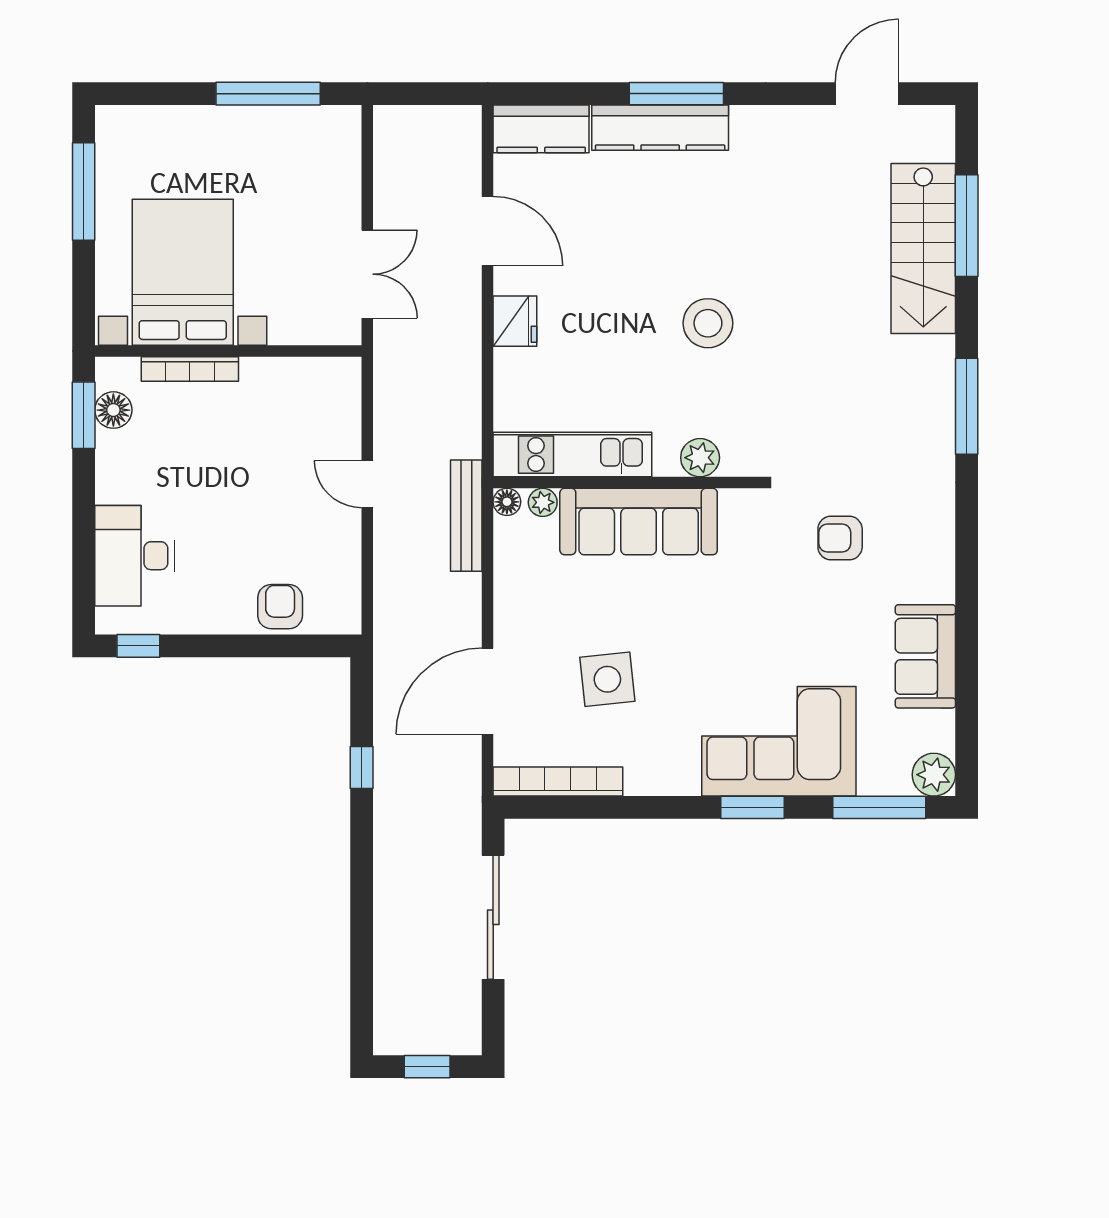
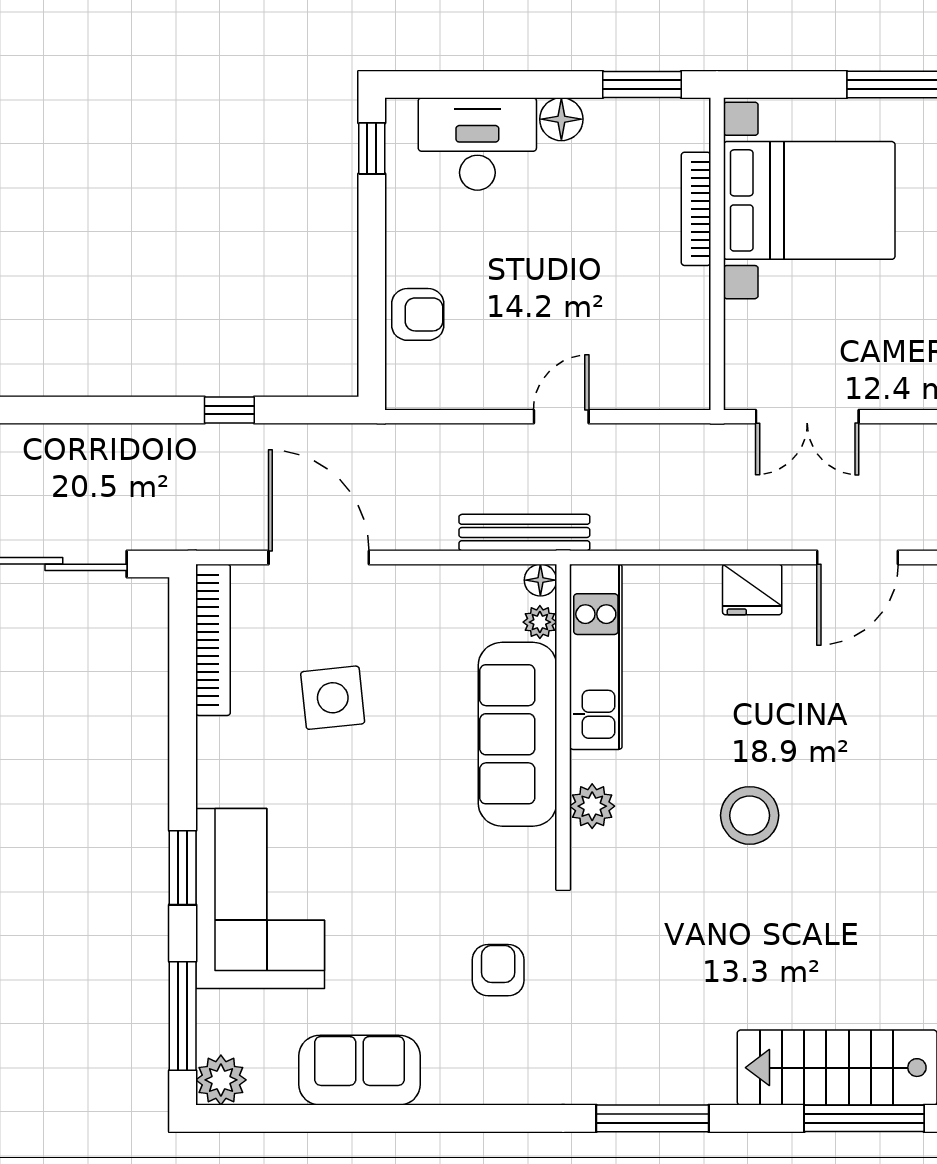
floor lamp: (113, 410) -> (561, 119), moved

